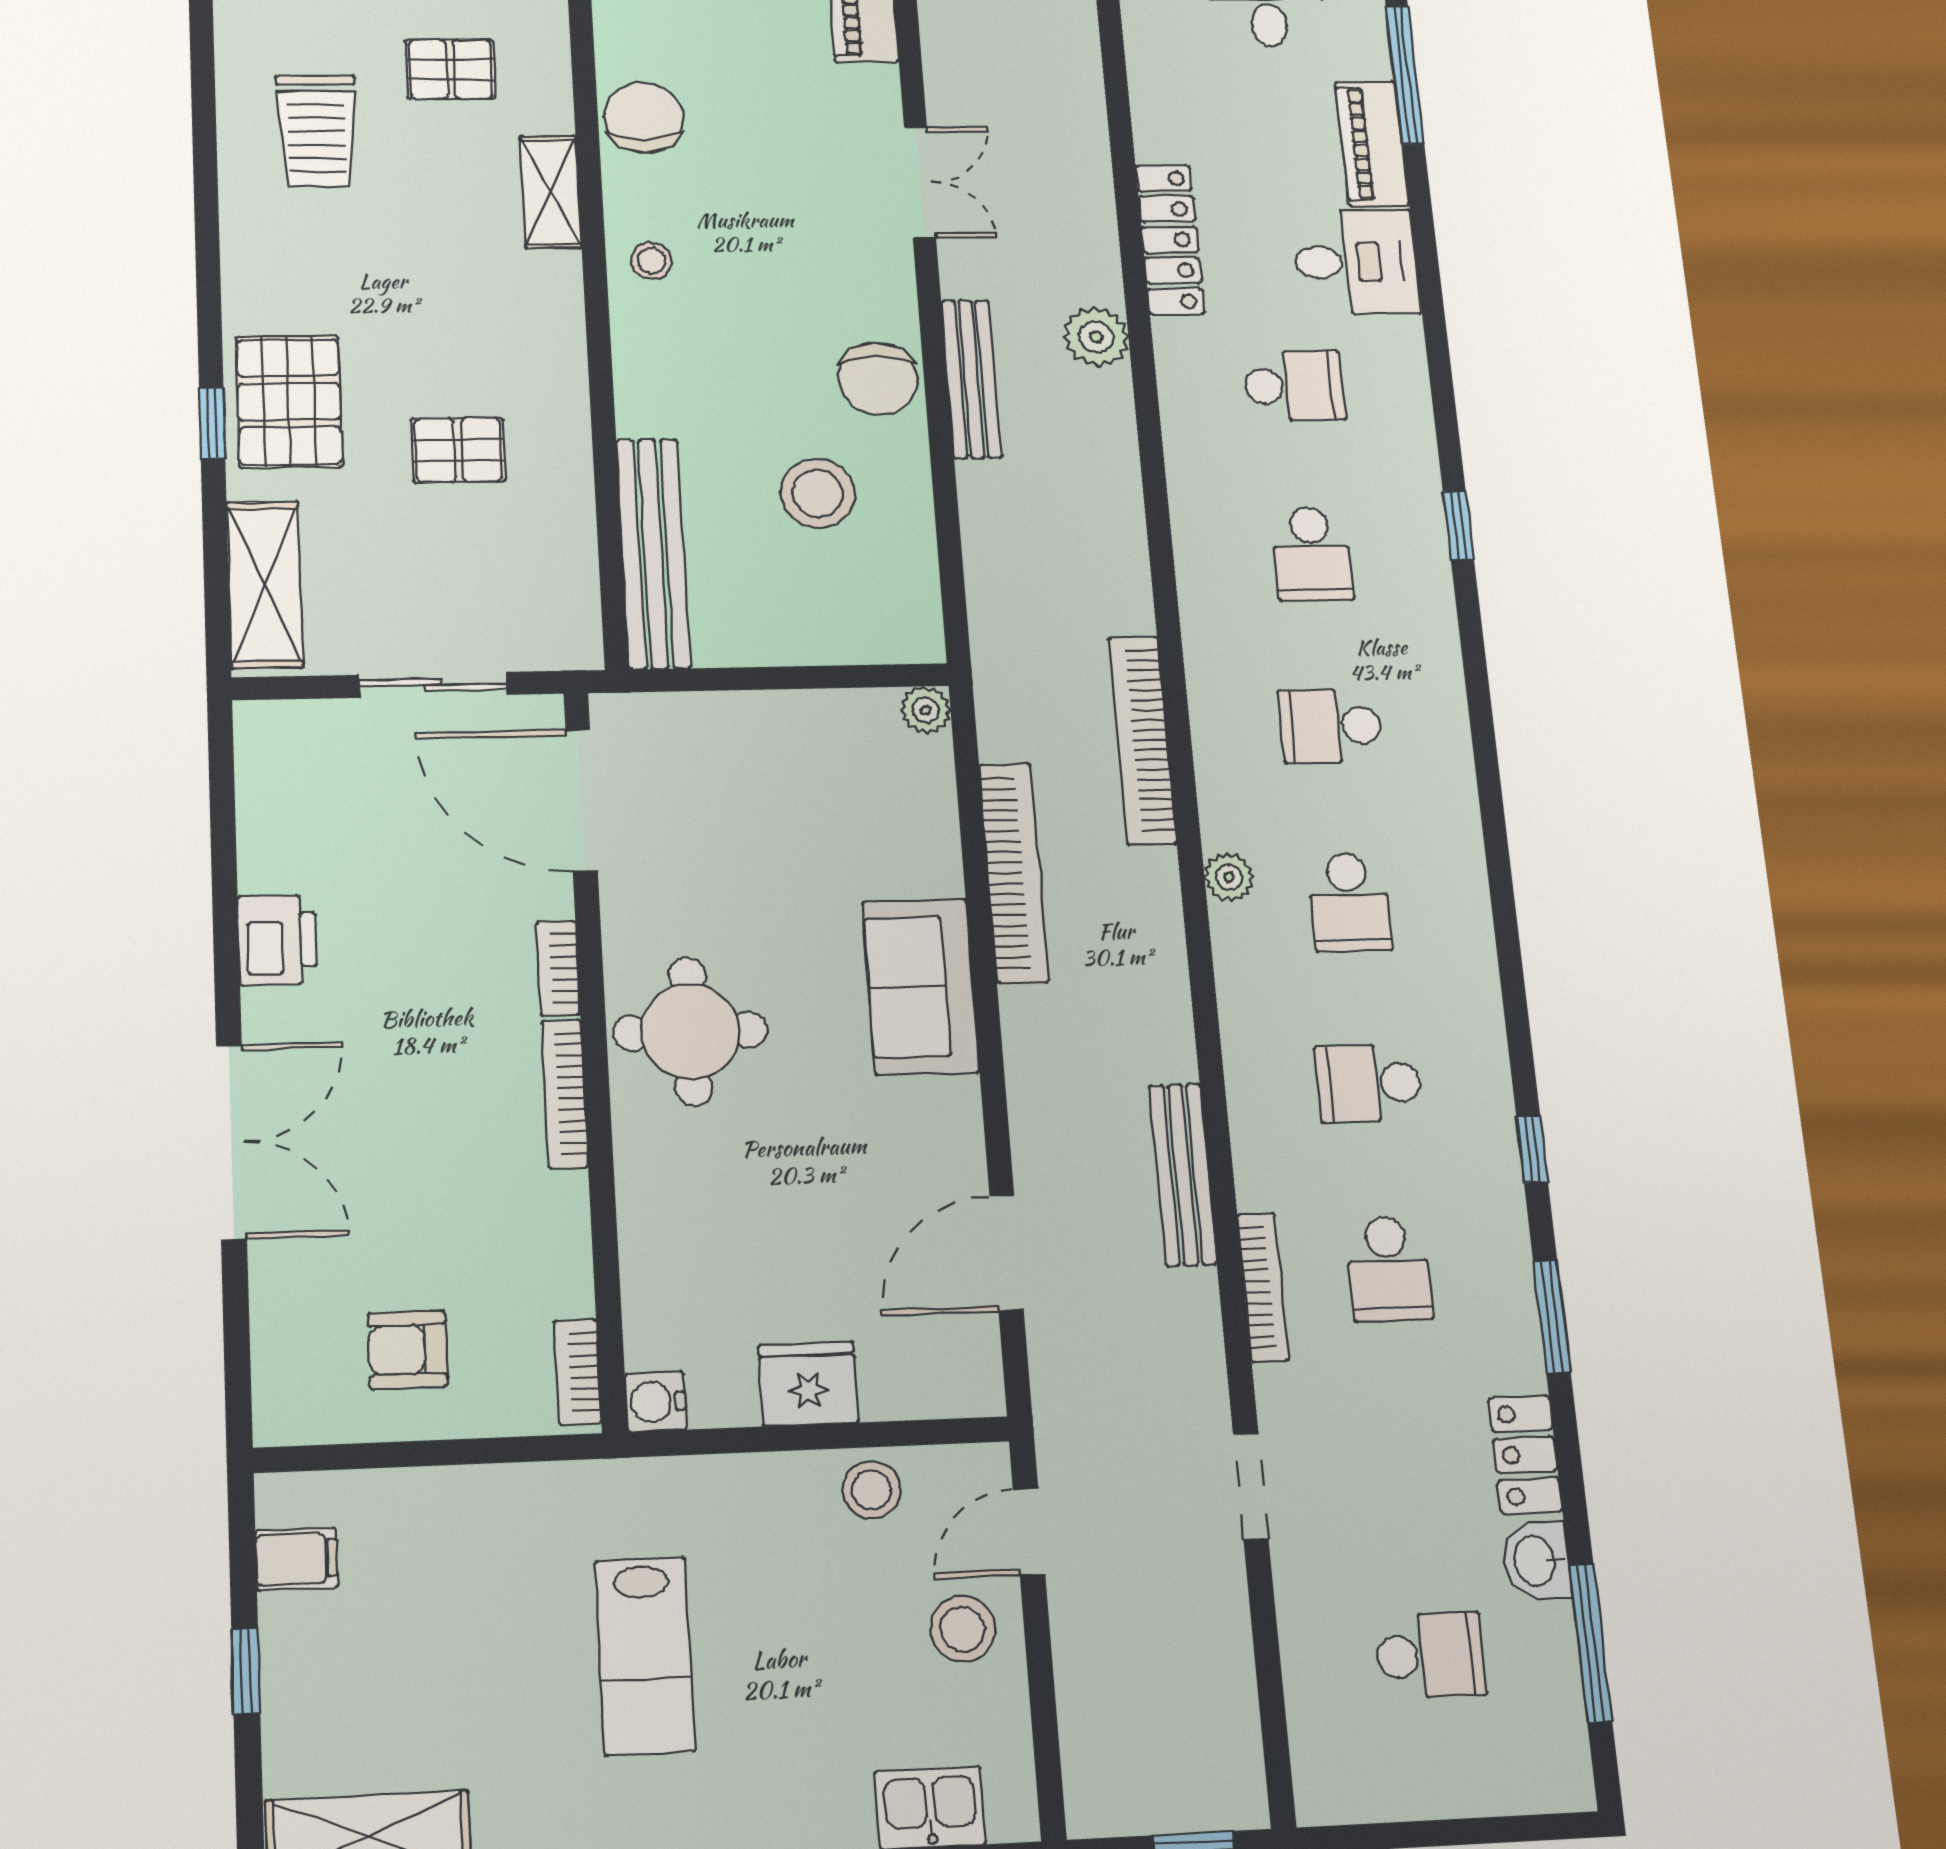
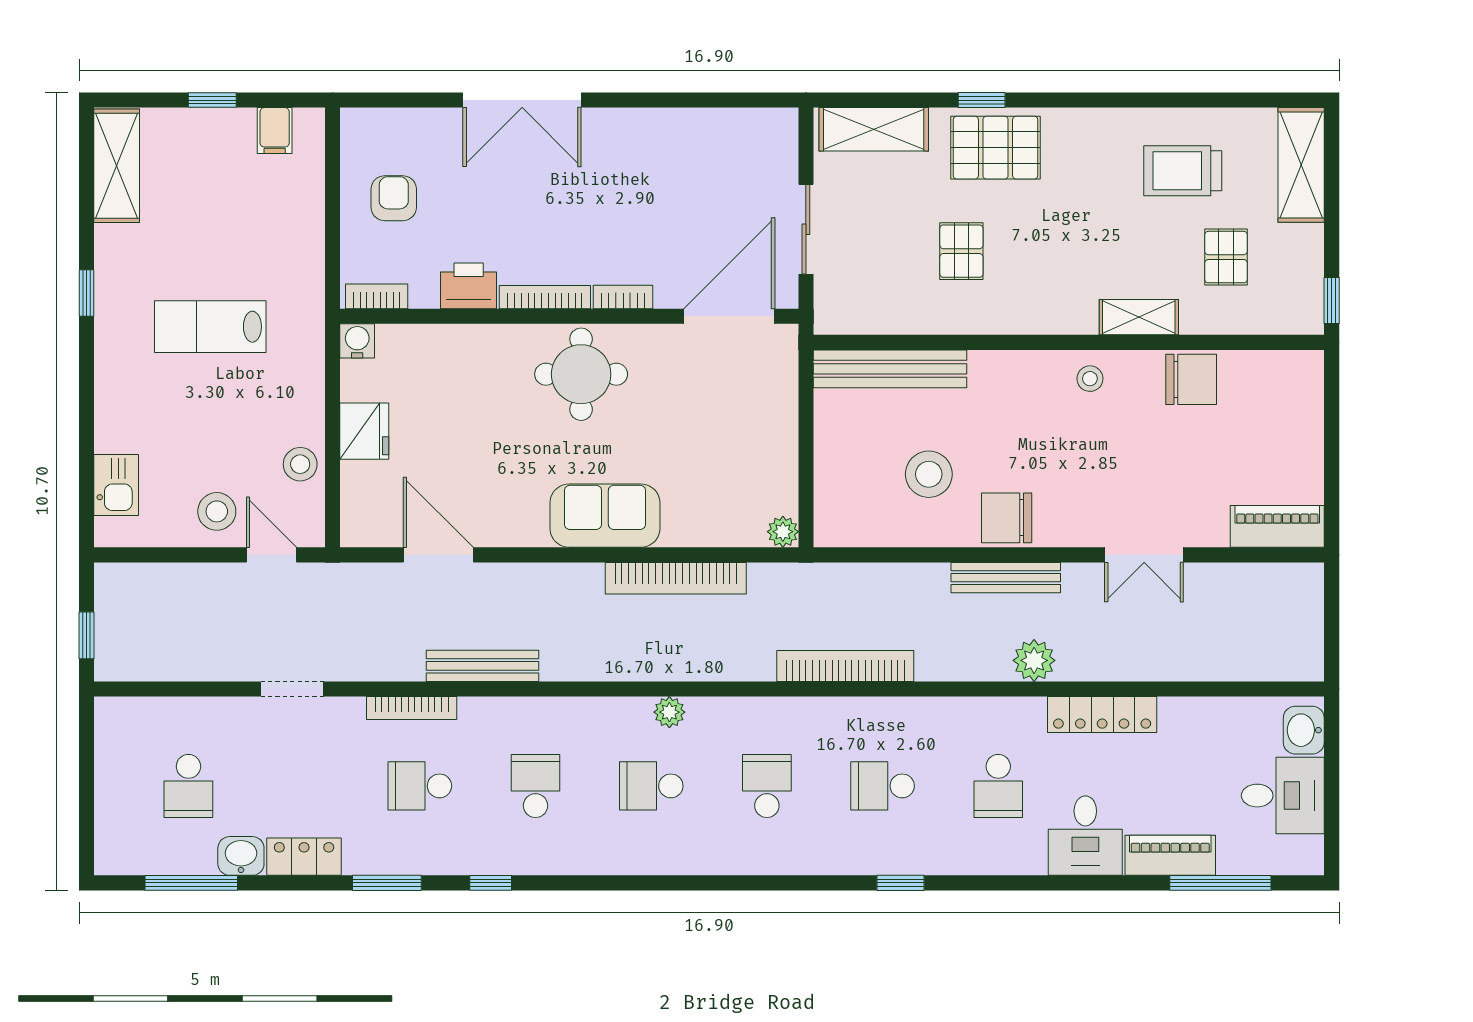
bookcase: (1143, 740) -> (845, 666), moved
printer: (278, 940) -> (469, 286), moved, turned 180

